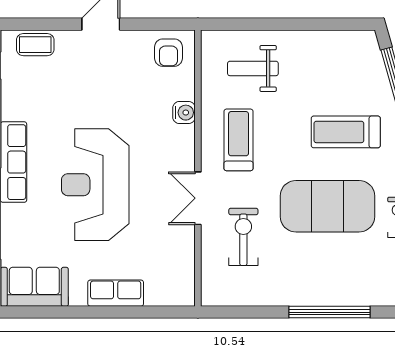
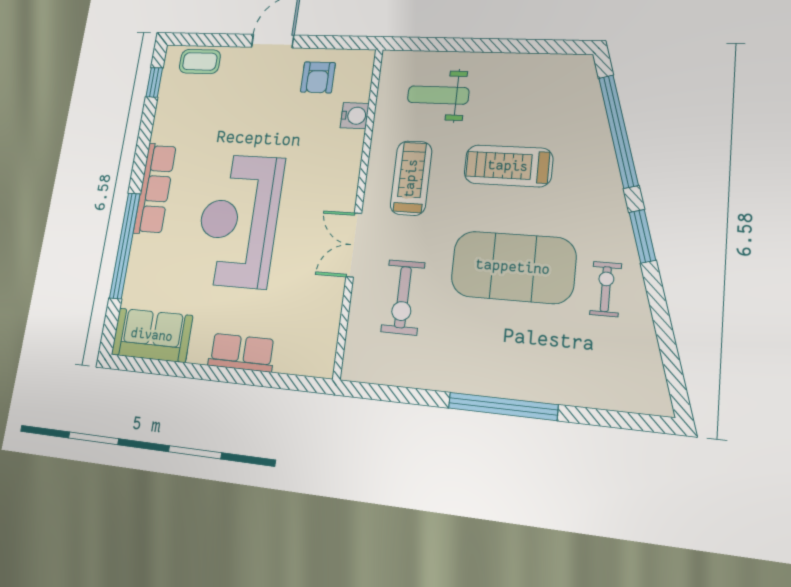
armchair: (168, 53) -> (318, 77), moved
water cooler: (184, 113) -> (355, 116), moved
treadmill: (346, 132) -> (508, 166), moved
exercise bike: (243, 237) -> (403, 297), turned 180

